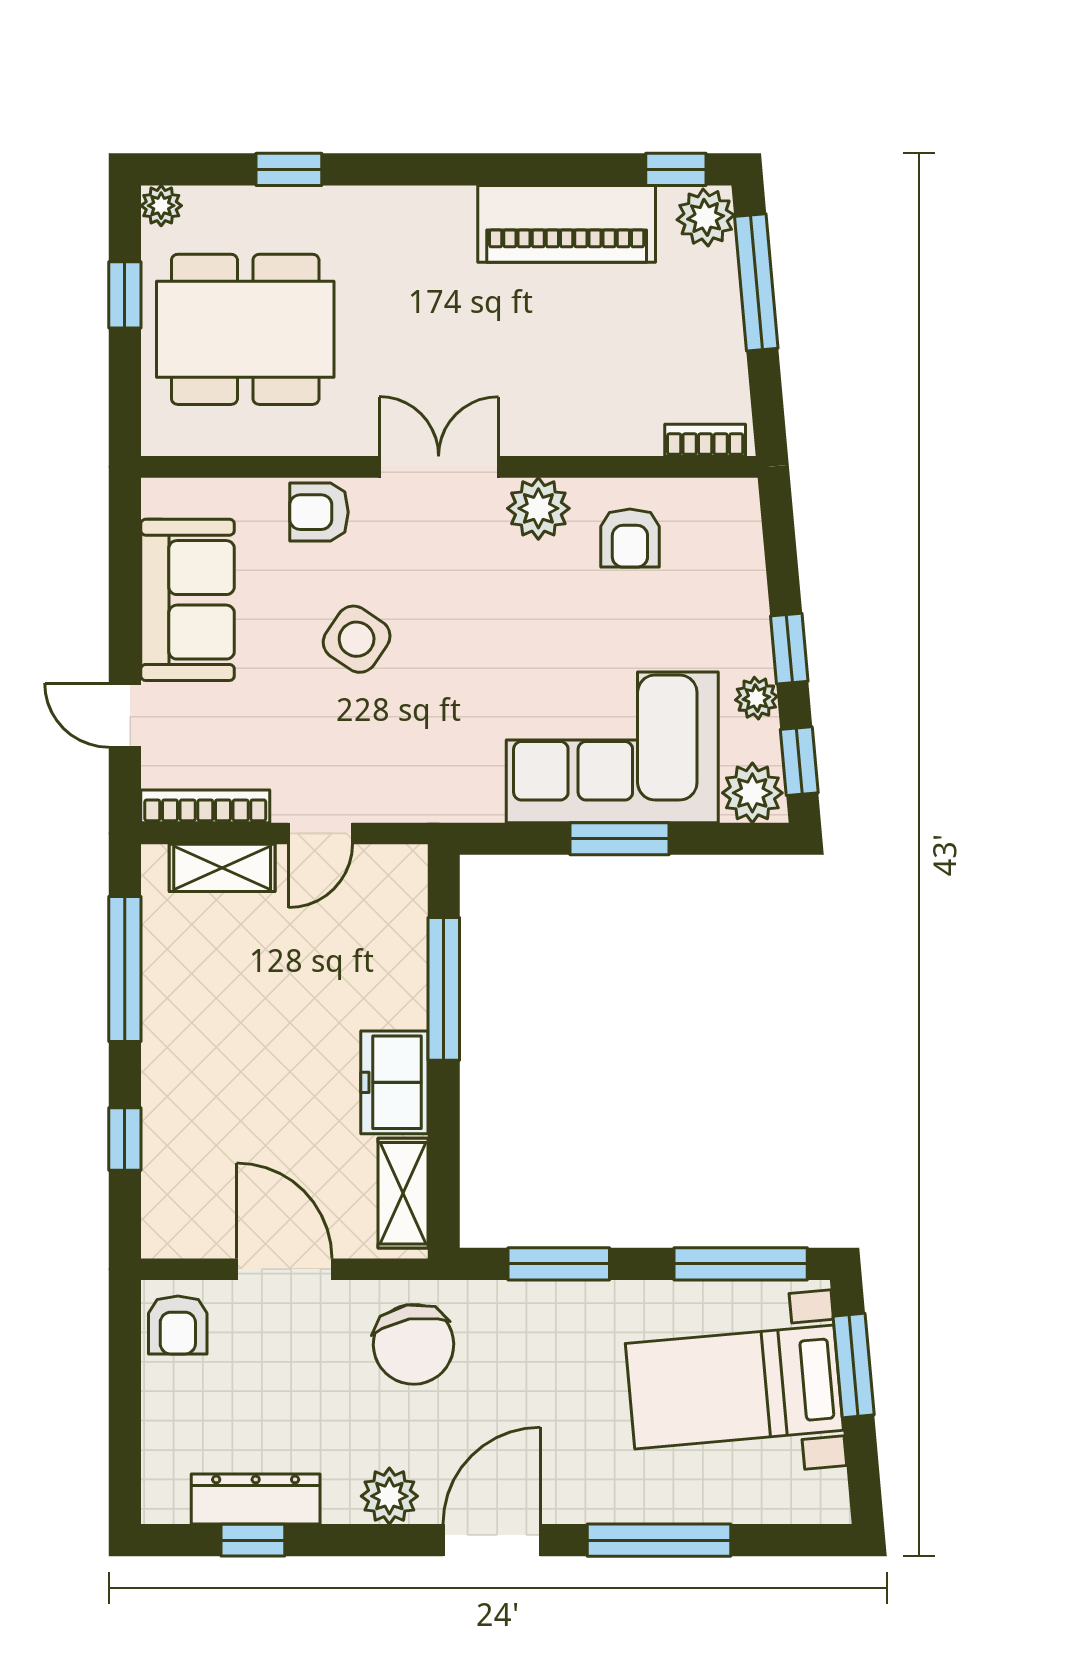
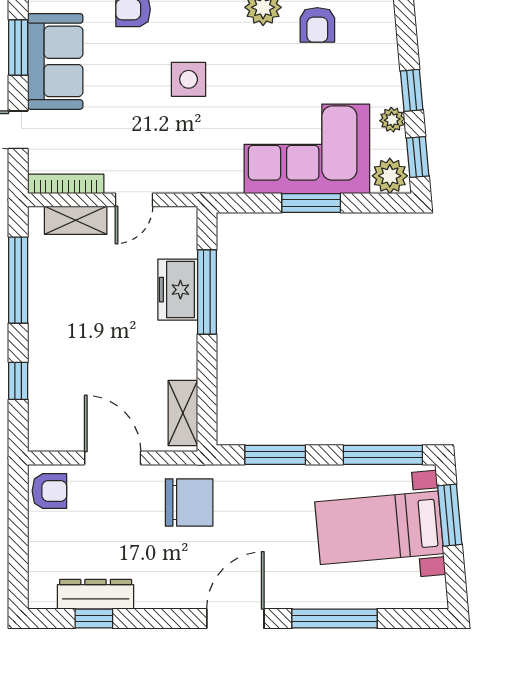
window: (125, 576) -> (18, 47), added
side table: (357, 639) -> (189, 79), moved, turned -34
freezer: (394, 1082) -> (178, 290), moved
armchair: (178, 1325) -> (49, 491), turned -90
chair: (413, 1344) -> (189, 503), turned -80
plant: (389, 1496) -> (175, 592), removed

